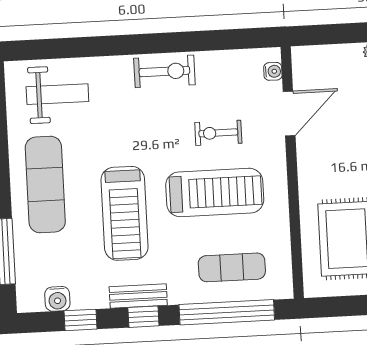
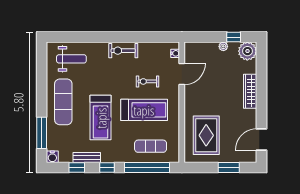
exercise bike: (164, 71) -> (123, 51), turned 180
bench: (138, 296) -> (87, 157), moved
water cooler: (57, 299) -> (52, 157), moved

